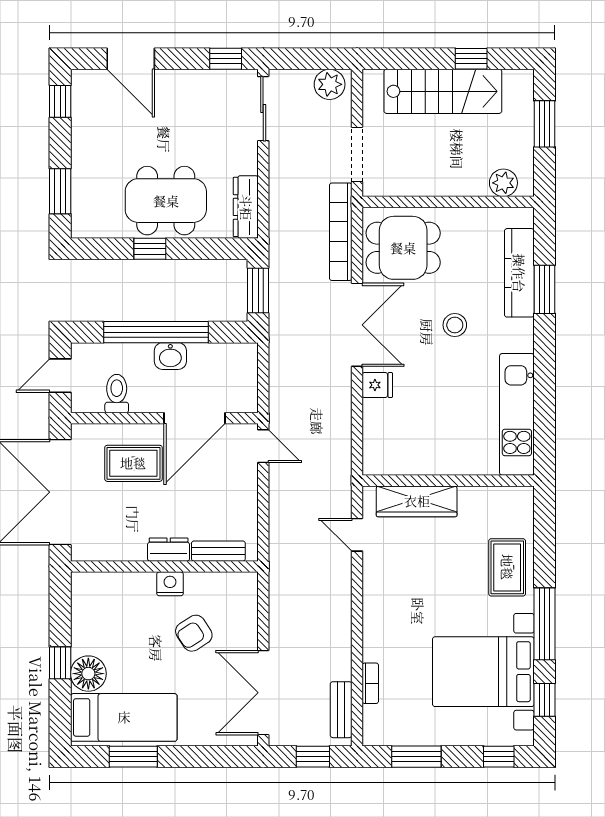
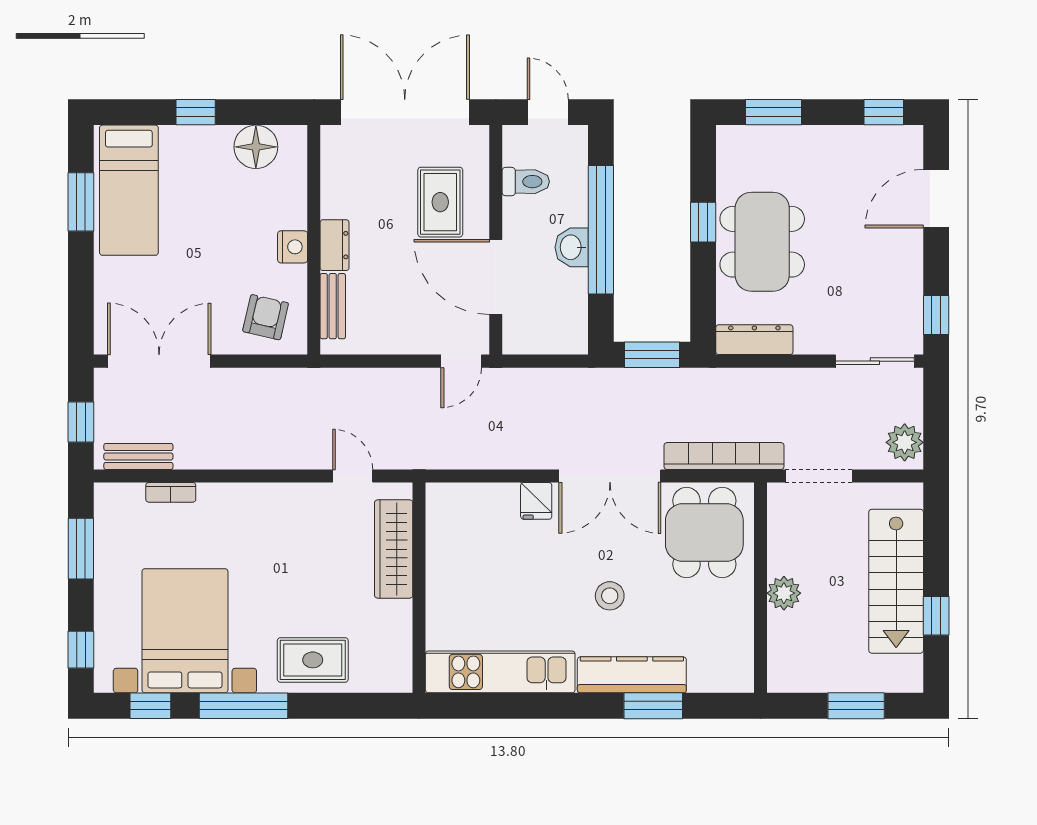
plant: (503, 183) -> (784, 593), moved
kitchen counter: (519, 273) -> (632, 675), moved
door: (357, 535) -> (353, 476), hinge flipped
armchair: (194, 633) -> (266, 317), moved, turned 46
floor lamp: (88, 674) -> (256, 147), moved

